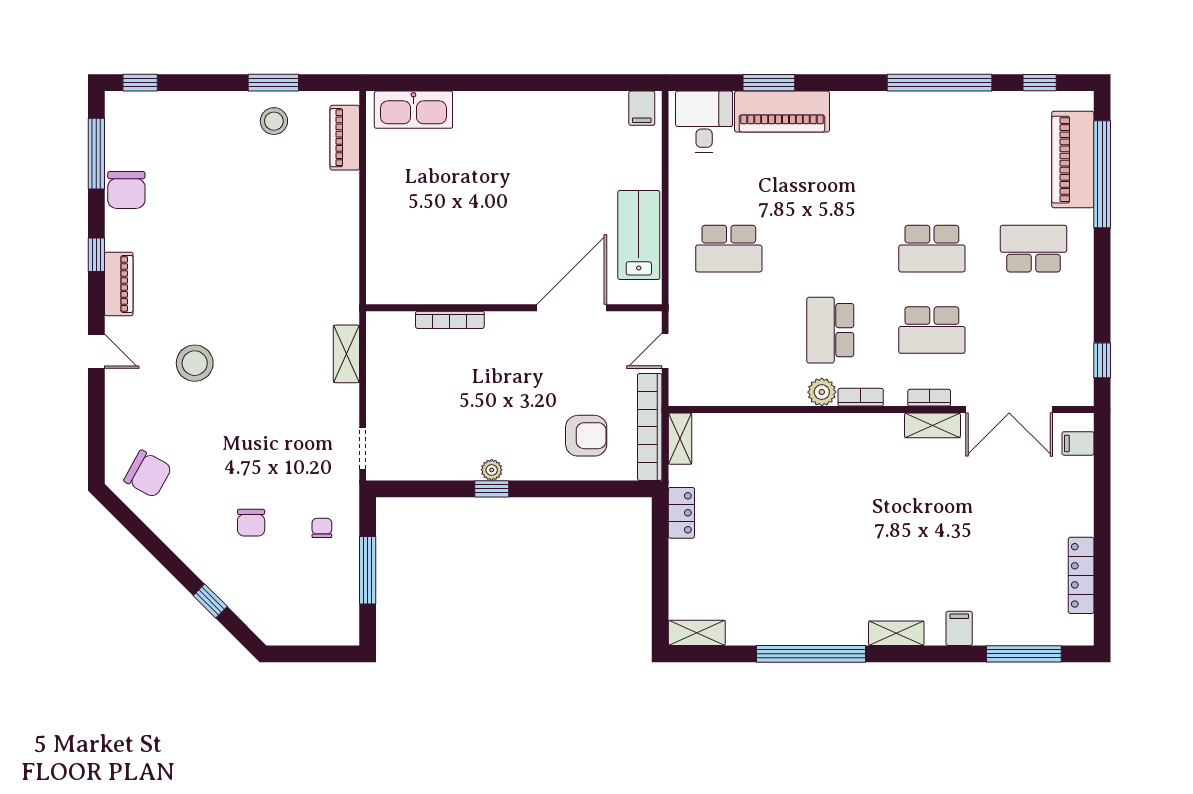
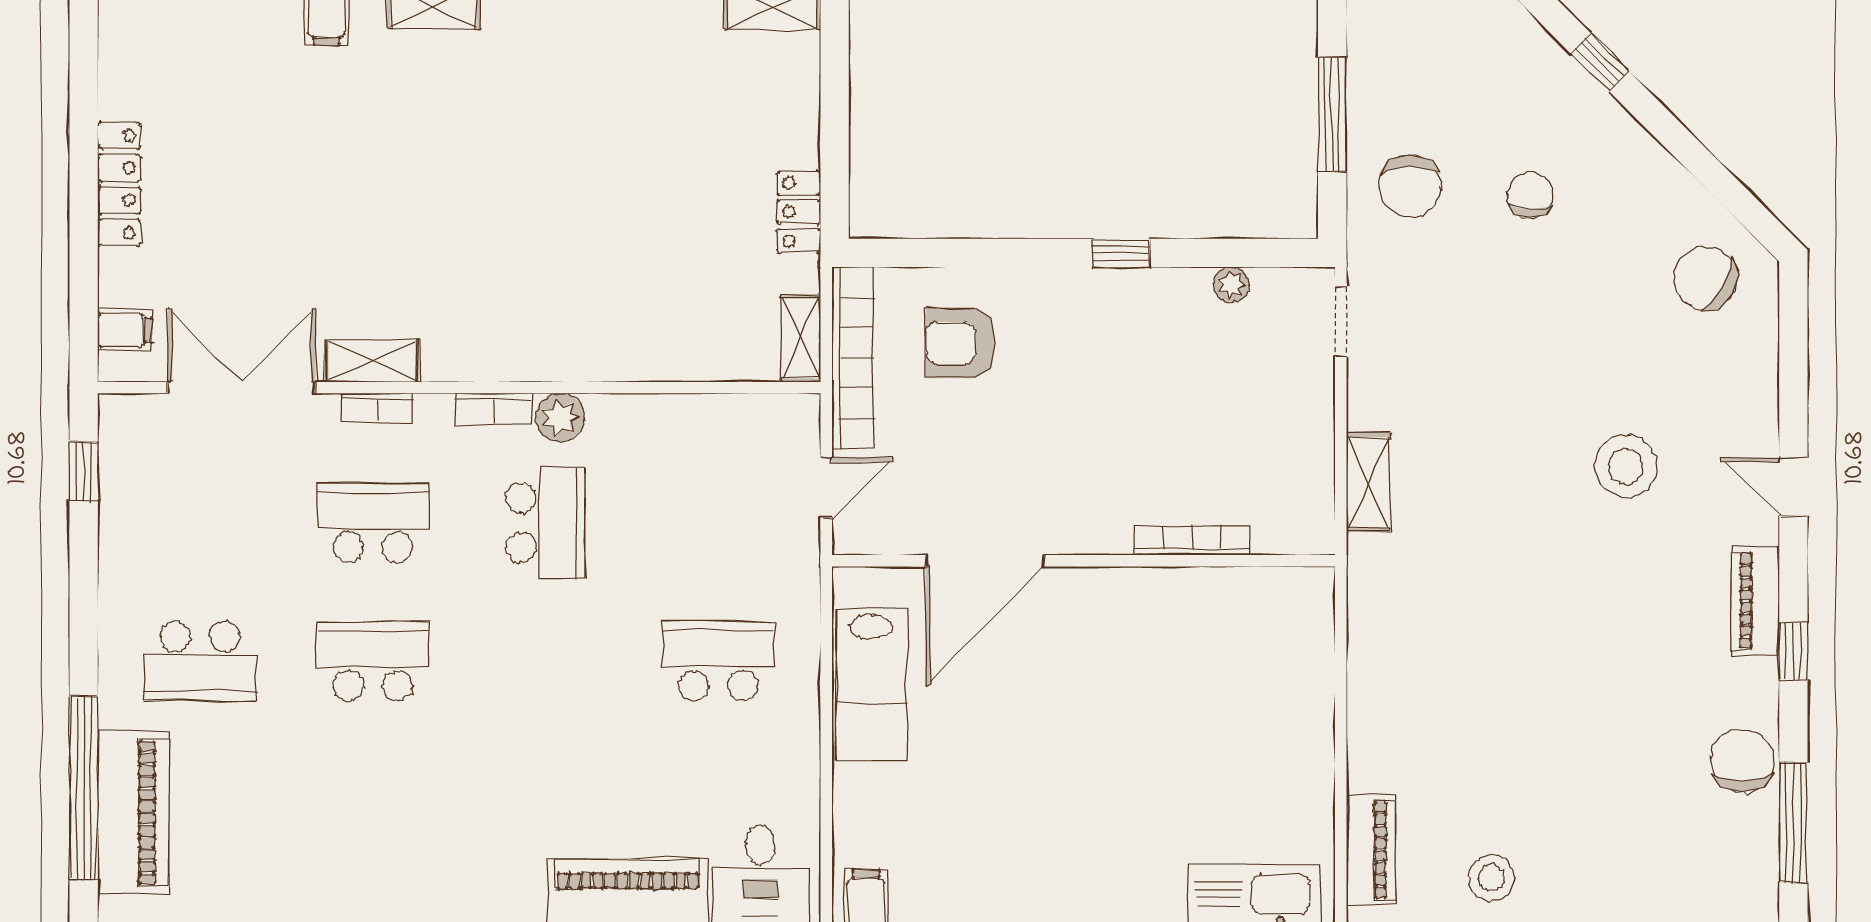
plant: (492, 470) -> (1232, 285), moved
chair: (322, 528) -> (1410, 186), width x1.87, depth x1.87
locker: (1081, 575) -> (119, 184), moved

